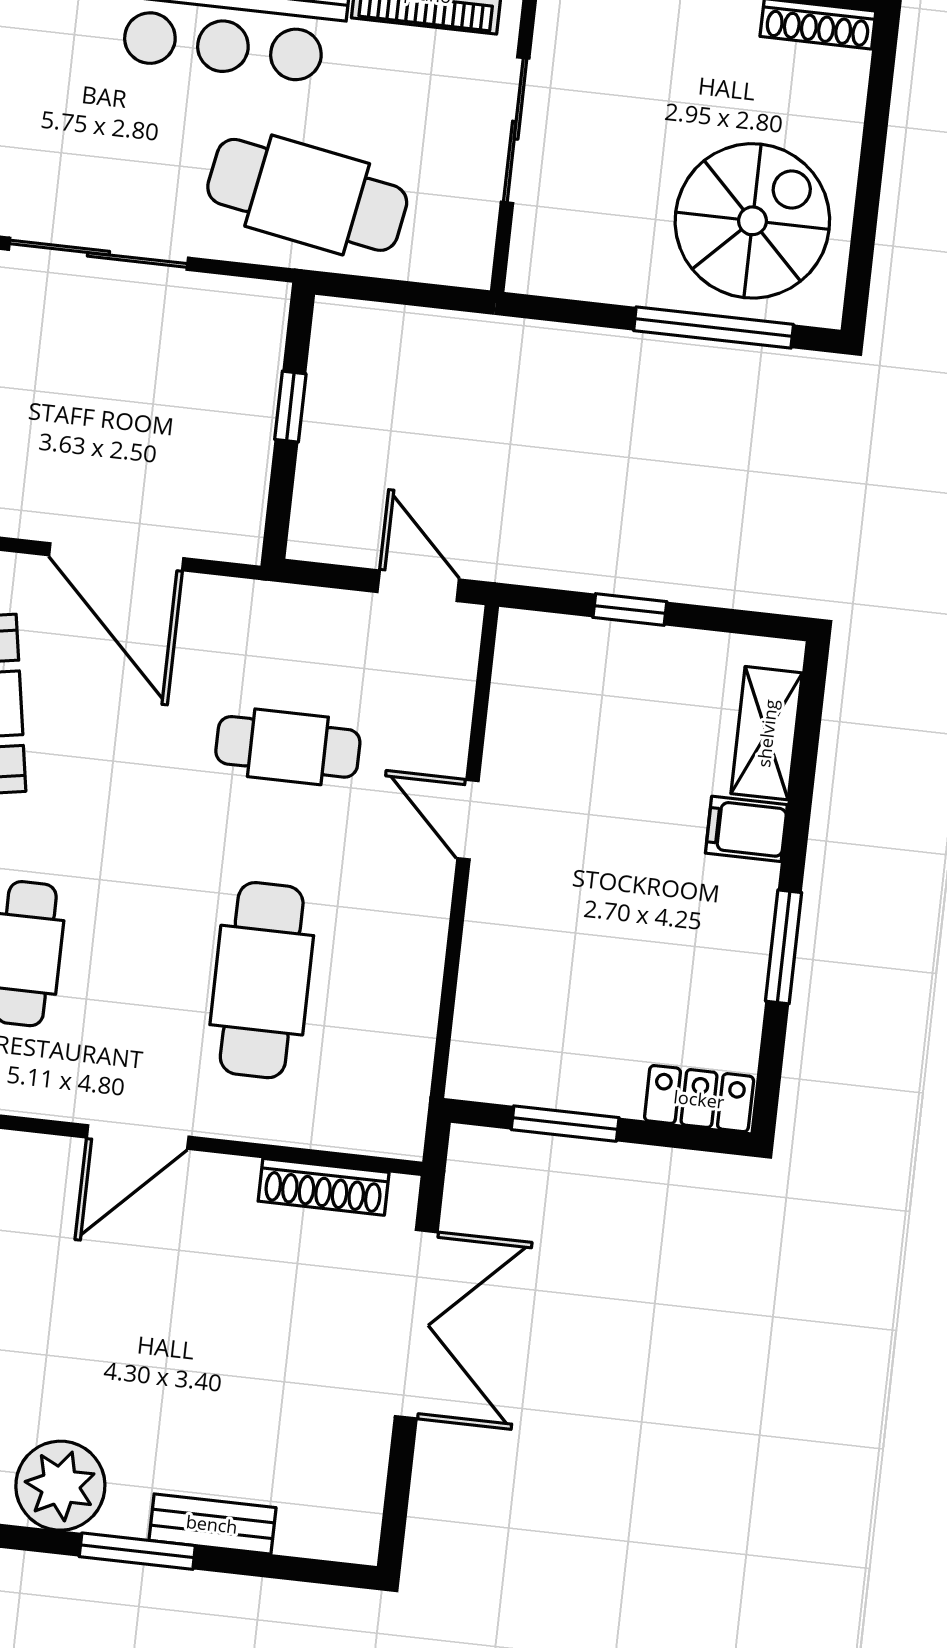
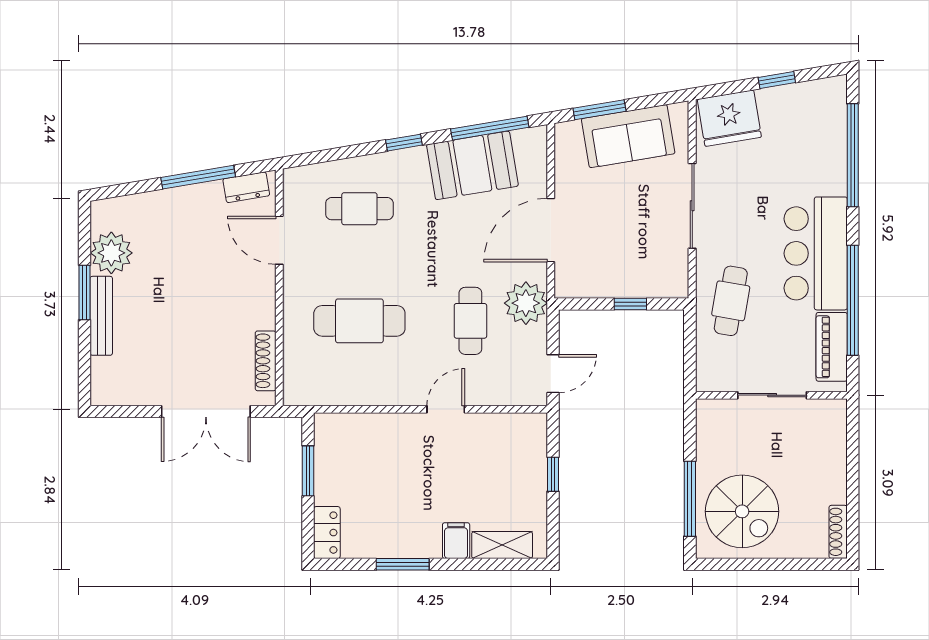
cafe table: (307, 195) -> (731, 301), width x0.73, depth x0.74
plant: (264, 626) -> (526, 303), added
door: (138, 1137) -> (279, 240), moved
bench: (212, 1524) -> (101, 316), width x1.36

